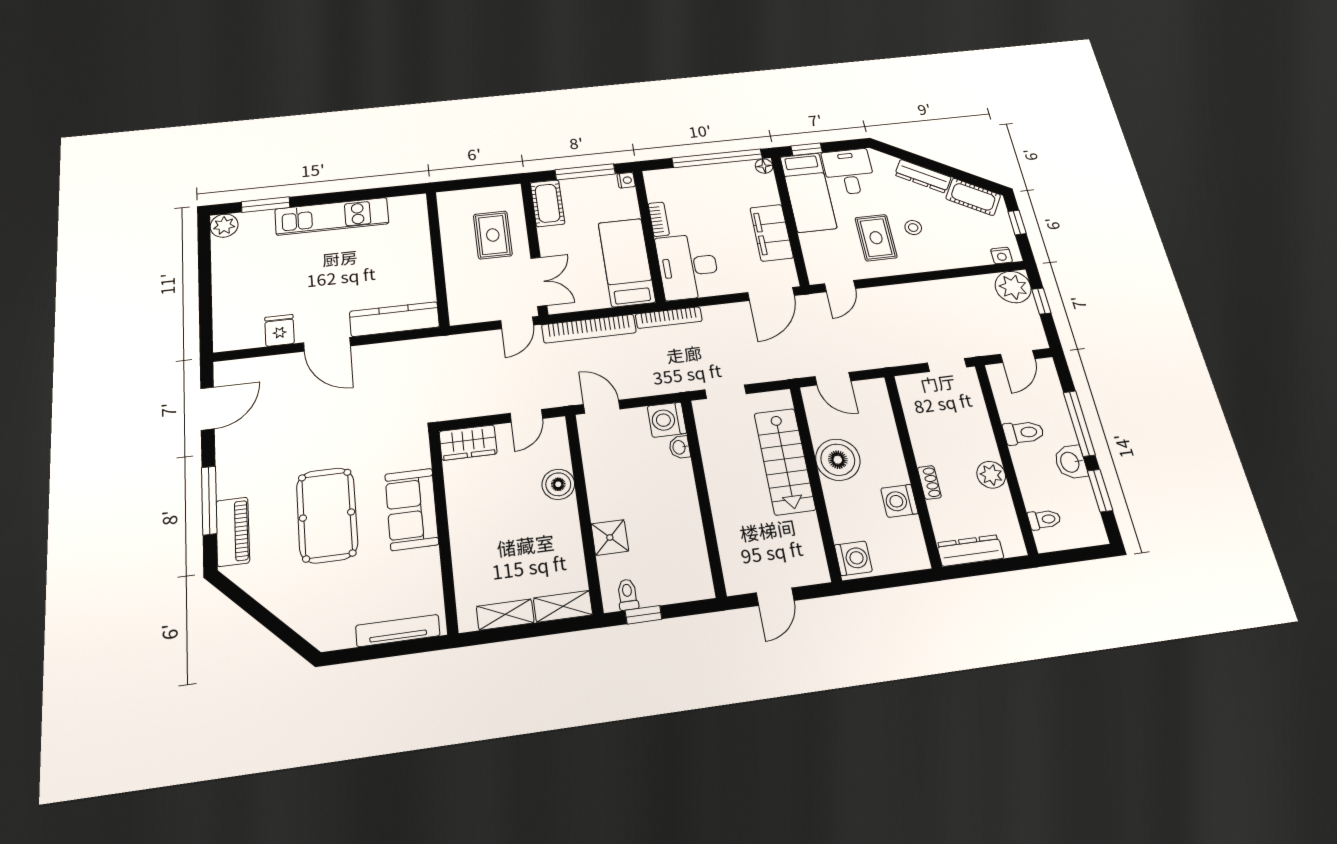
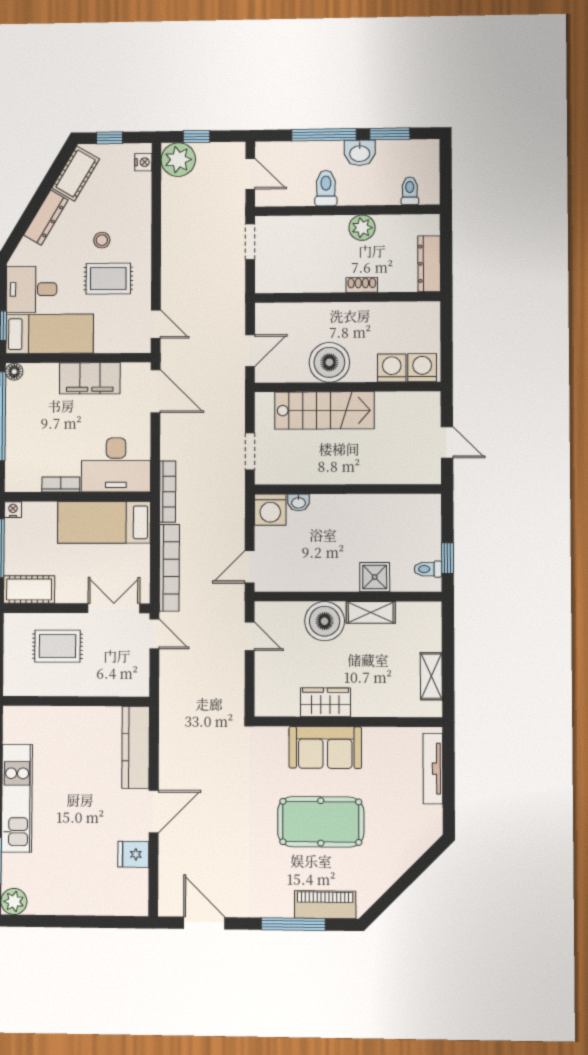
wardrobe: (468, 443) -> (325, 702), moved, turned -90
boiler: (558, 484) -> (325, 621), width x1.37, depth x1.37
washing machine: (899, 501) -> (392, 368), moved, turned 180
shelving: (563, 606) -> (371, 612), moved, turned 90

